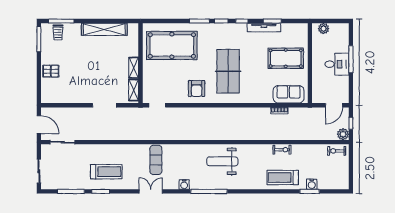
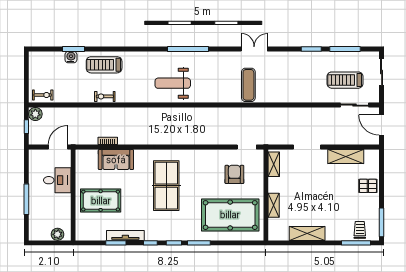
shelving: (104, 29) -> (307, 233), width x0.68
desk: (337, 64) -> (57, 180), moved, turned 180
shelving: (134, 68) -> (274, 205), moved
armchair: (197, 88) -> (234, 174), moved
sofa: (289, 94) -> (116, 160), moved
shelving: (70, 97) -> (346, 157), added
door: (334, 105) -> (58, 147), moved
weight bench: (222, 161) -> (173, 83), turned 180
treadmill: (106, 172) -> (345, 80), moved
treadmill: (283, 178) -> (104, 65), turned 180
water cooler: (184, 185) -> (216, 57), removed
double door: (151, 191) -> (254, 49), swing flipped

